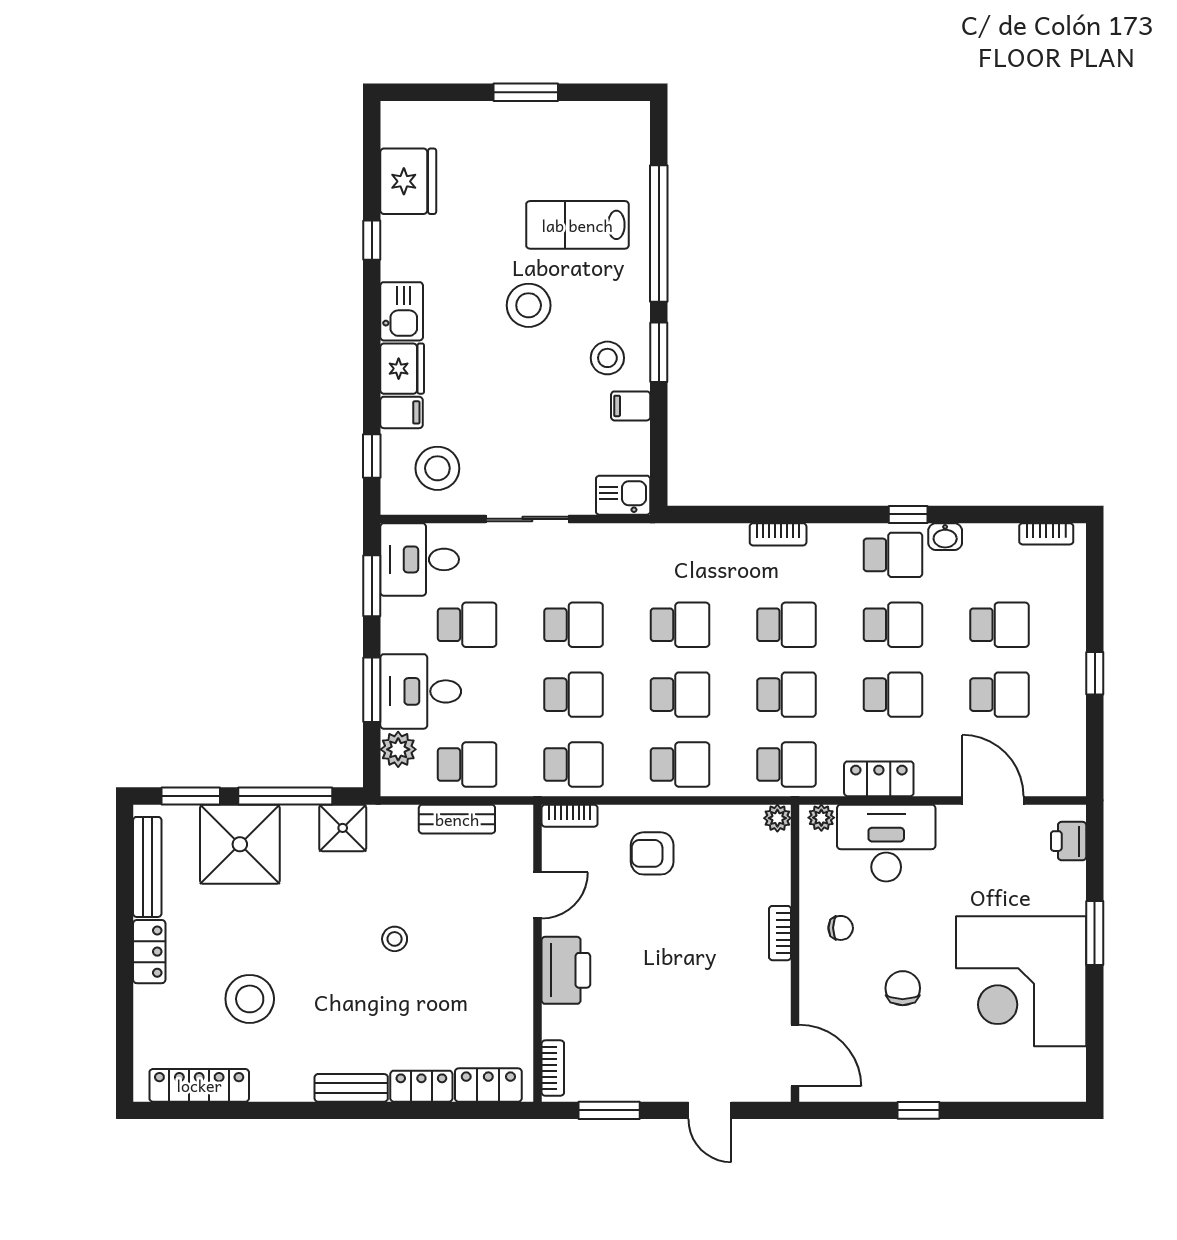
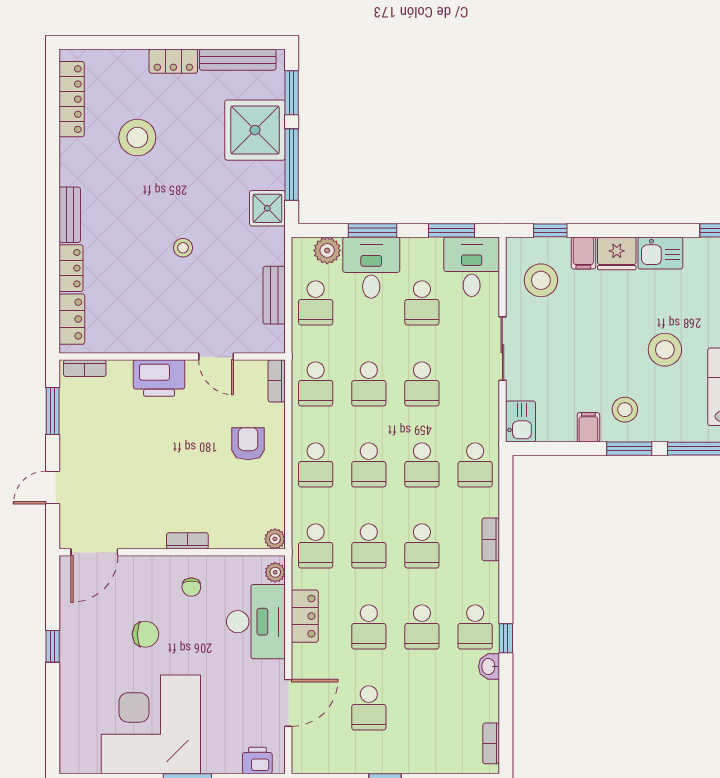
school desk: (999, 625) -> (475, 465), moved

